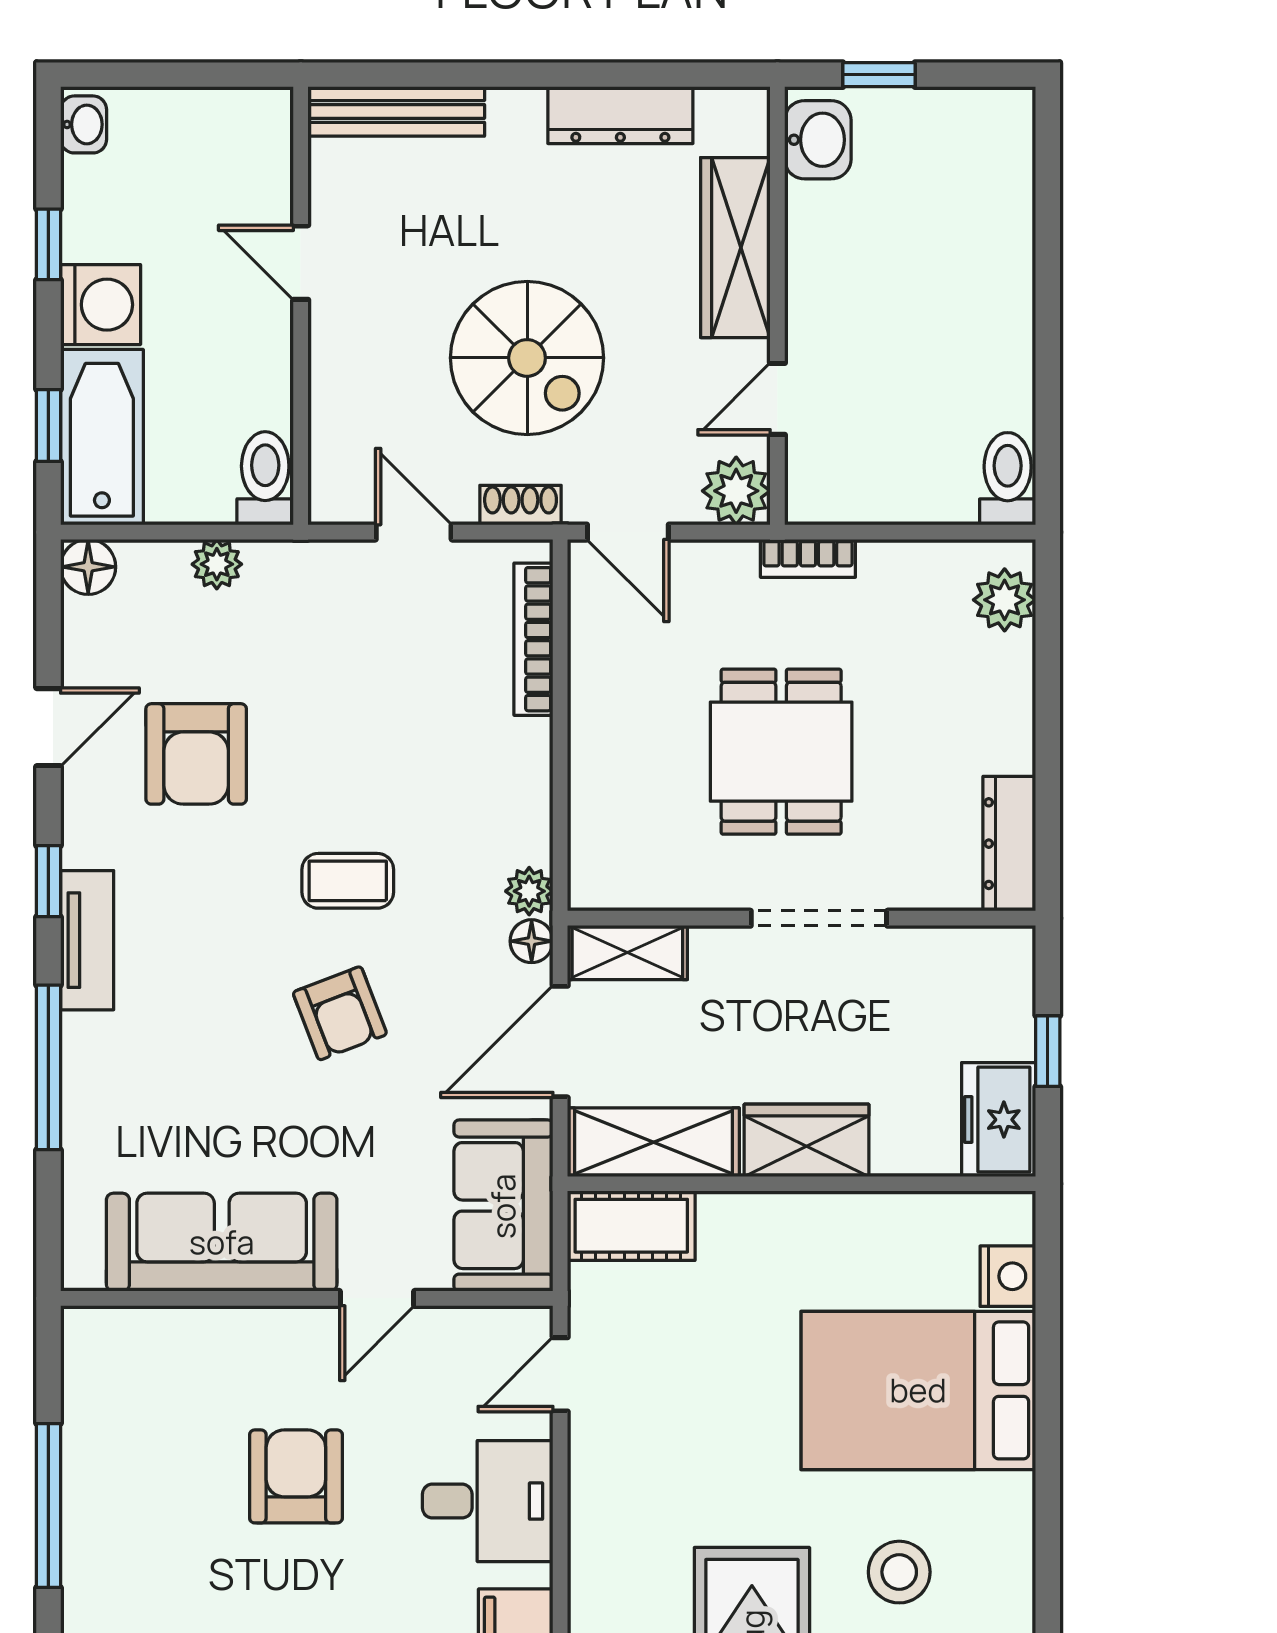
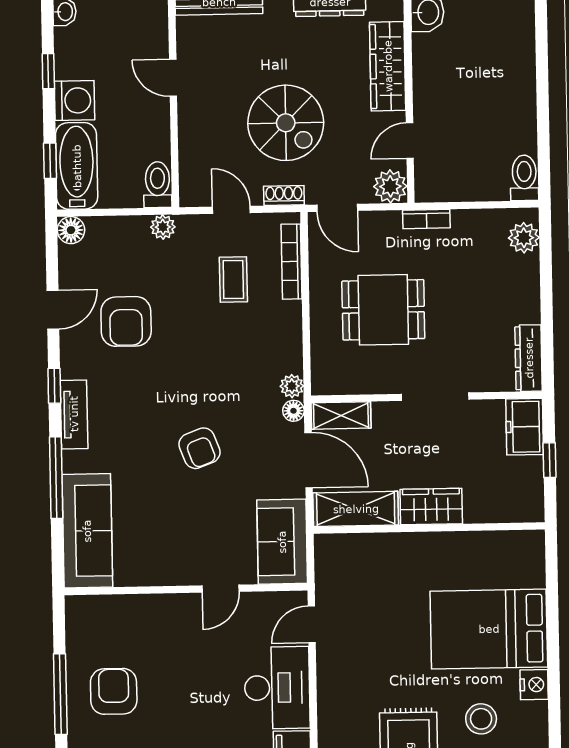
plant: (217, 564) -> (163, 227), moved
dining table: (781, 752) -> (383, 310), moved, turned 90
coffee table: (348, 881) -> (233, 280), moved, turned 90
door: (560, 1042) -> (309, 460), swing flipped
freezer: (999, 1120) -> (525, 427), moved
cot: (631, 1226) -> (345, 550), removed
sofa: (222, 1242) -> (87, 531), moved, turned 90
nightstand: (1008, 1276) -> (534, 685), moved
armchair: (296, 1476) -> (114, 691), moved
desk: (488, 1501) -> (277, 688), width x1.37

